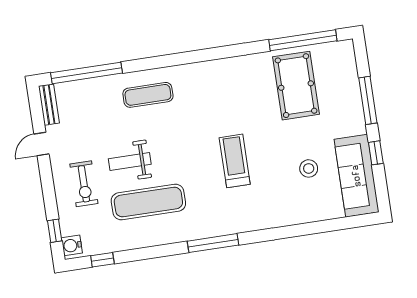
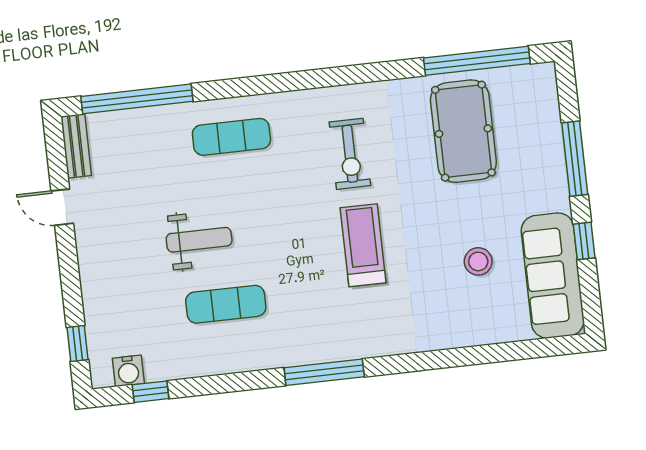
door: (41, 144) -> (62, 207), hinge flipped
weight bench: (130, 161) -> (199, 240), turned 180
exercise bike: (84, 184) -> (350, 154), moved
exercise mat: (148, 202) -> (226, 304), width x0.73, depth x0.69
water cooler: (72, 245) -> (128, 371), moved, turned -90

